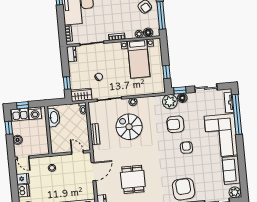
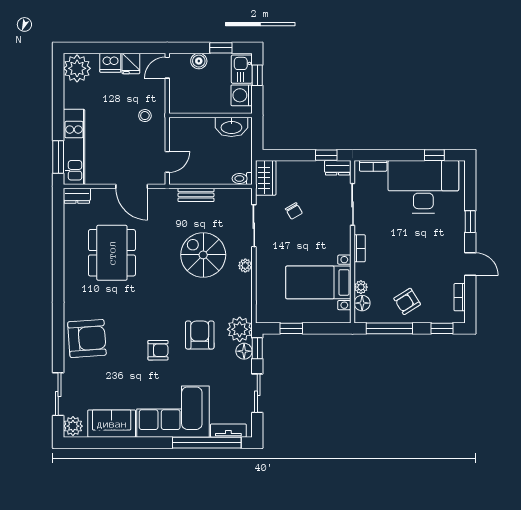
window: (67, 83) -> (326, 155), moved
spiral stairs: (129, 127) -> (203, 255), turned -90
dining table: (133, 179) -> (112, 253), width x1.37

